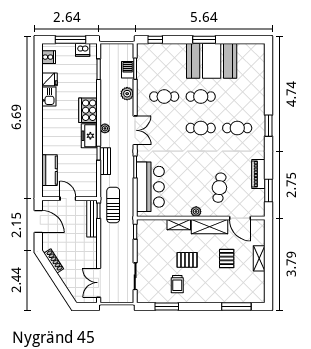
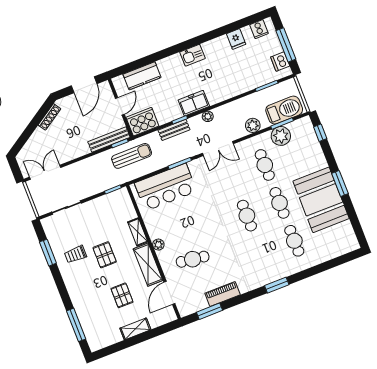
barbecue: (128, 70) -> (284, 110), width x1.88, depth x1.53
plant: (145, 74) -> (281, 136), added
kitchen sink: (49, 97) -> (193, 55), moved
cooker: (88, 110) -> (142, 122), moved
cafe table: (237, 128) -> (294, 241), moved
pallet: (227, 258) -> (122, 295), turned 90

